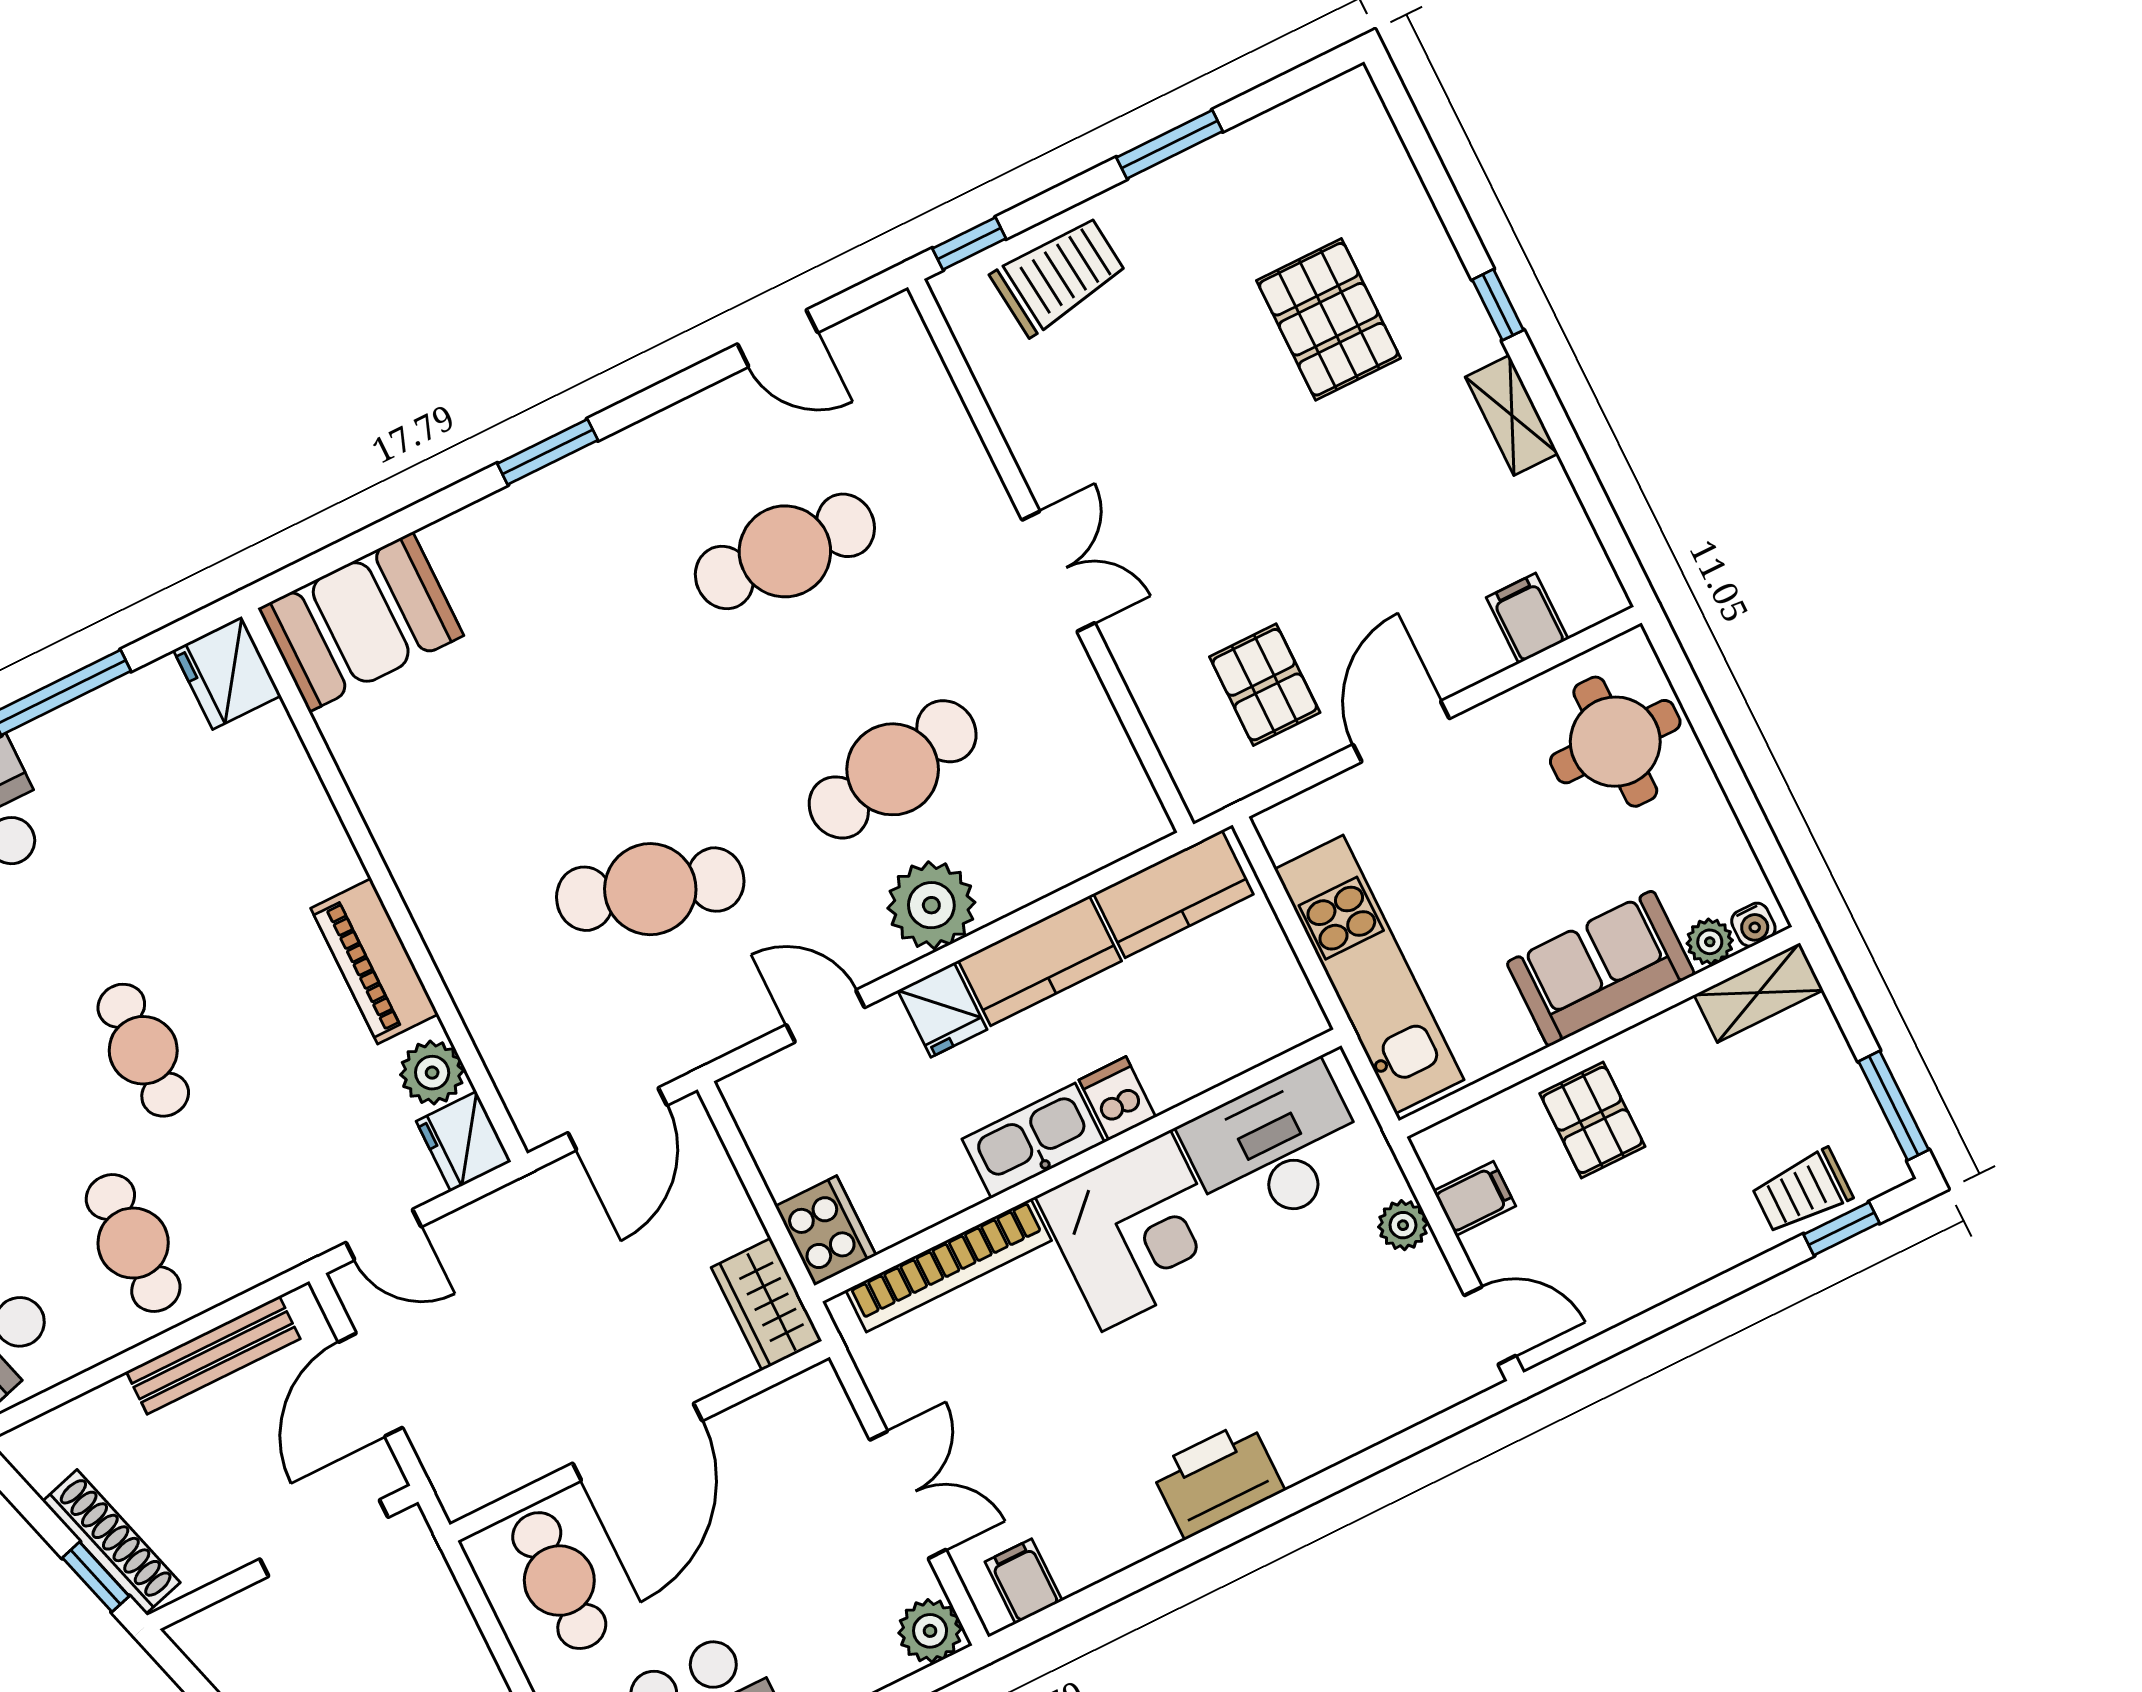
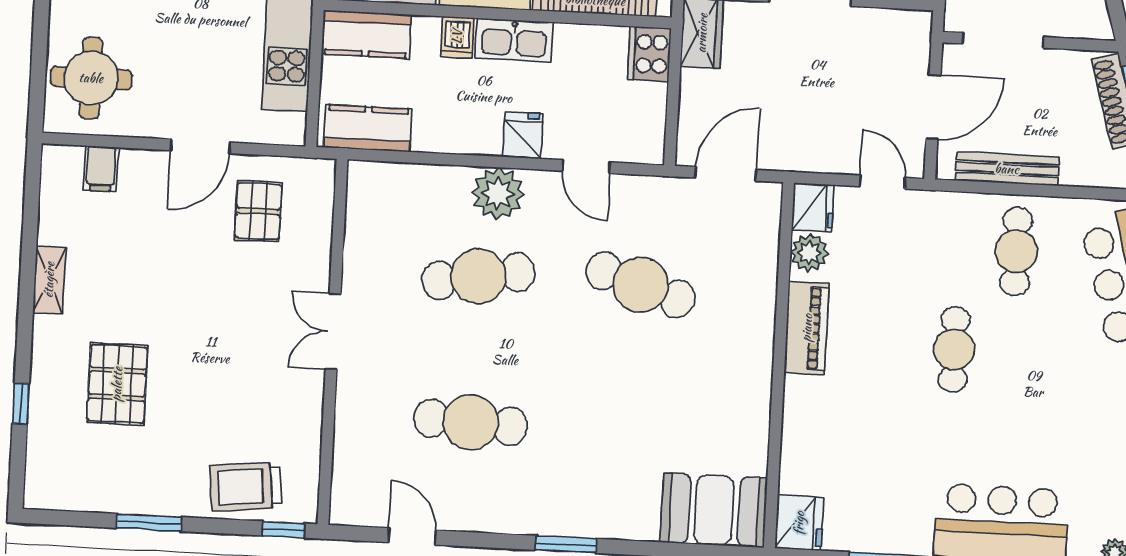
window: (1498, 305) -> (21, 404), moved
kitchen counter: (1040, 961) -> (366, 34), moved, turned 180

